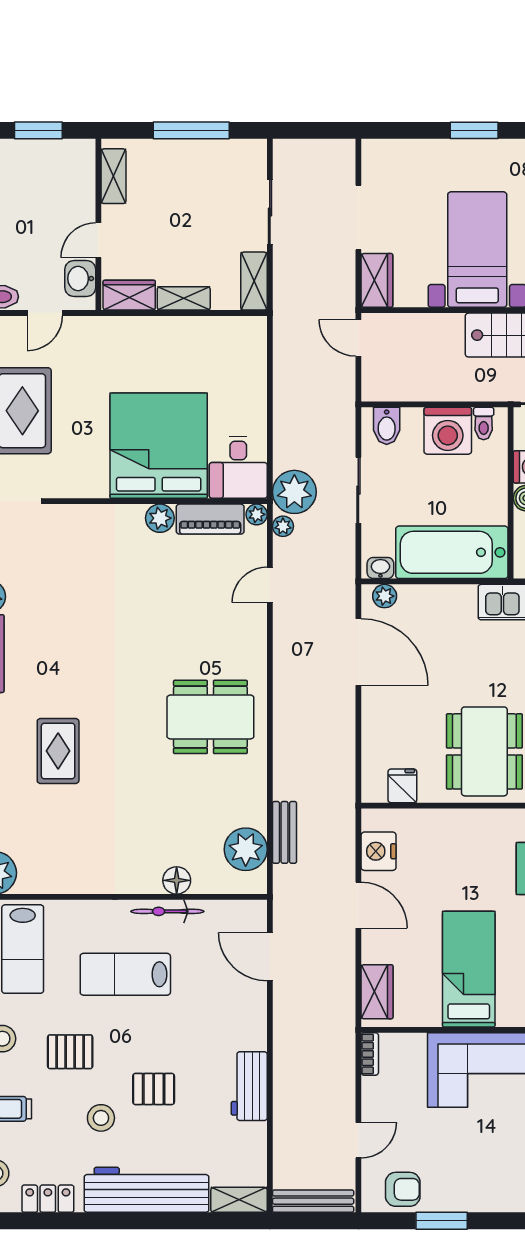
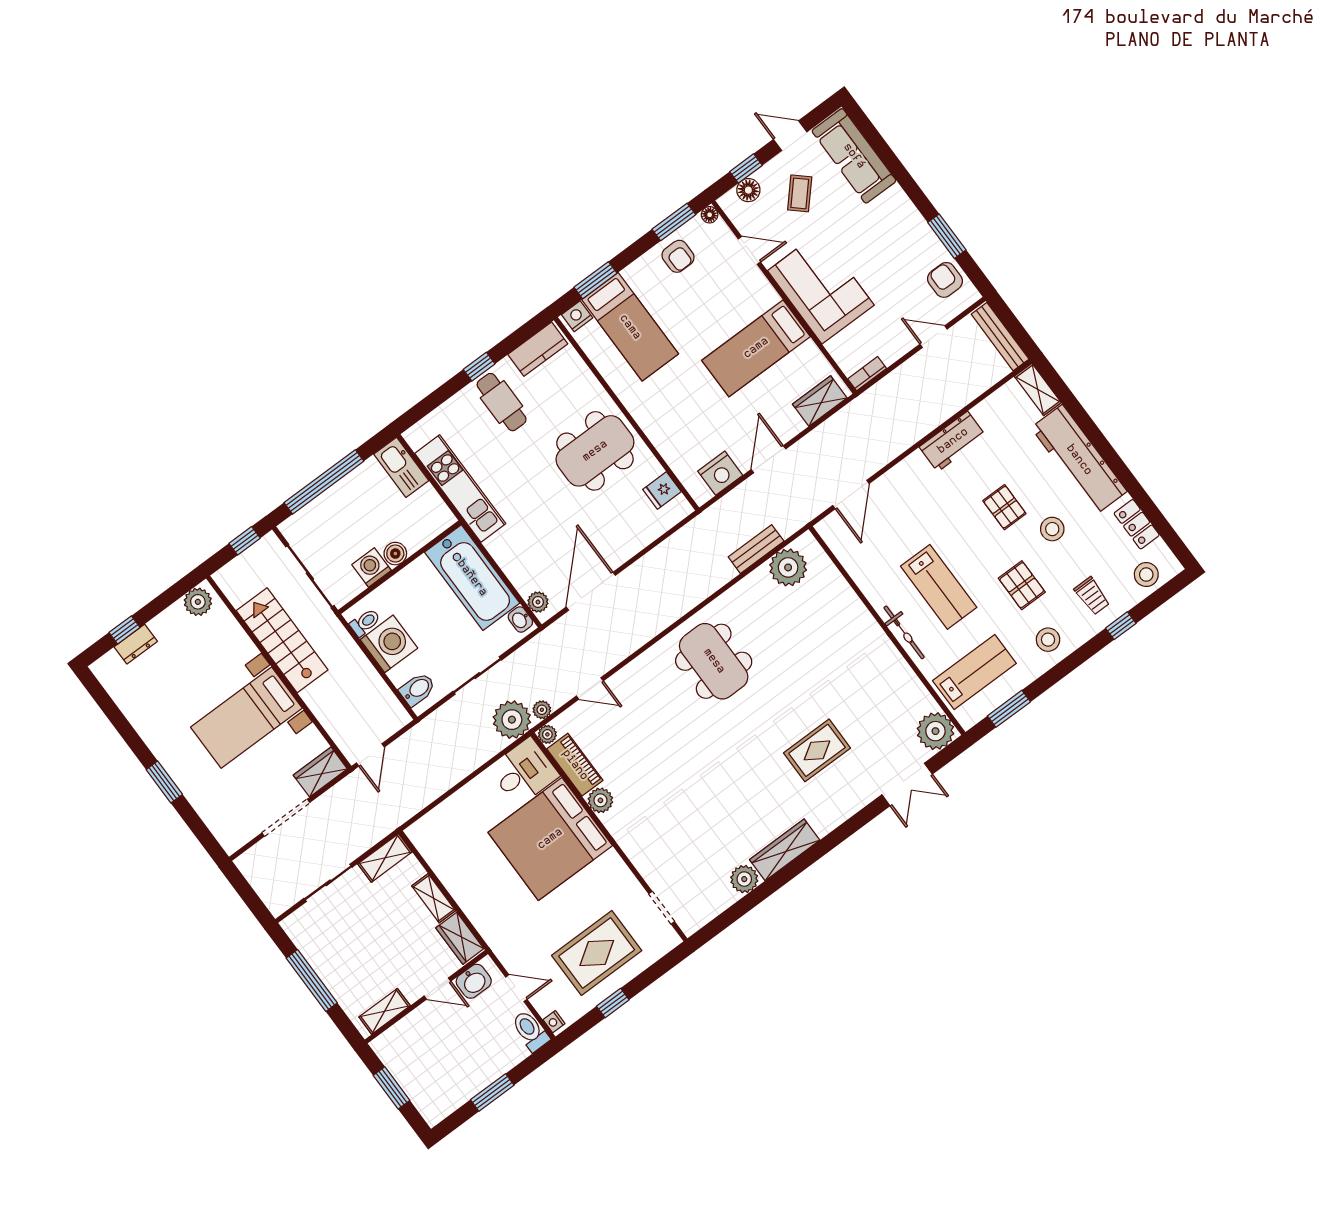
floor lamp: (177, 880) -> (846, 600), removed
bicycle: (167, 911) -> (904, 632), moved

